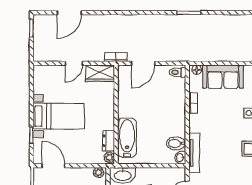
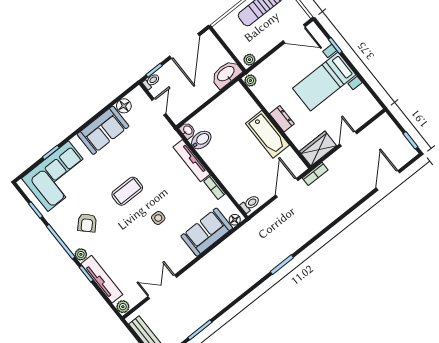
bathtub: (127, 138) -> (267, 134), moved
dresser: (109, 141) -> (282, 119), moved
tv unit: (194, 153) -> (191, 161), moved

